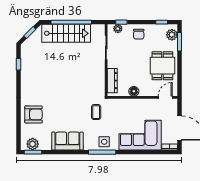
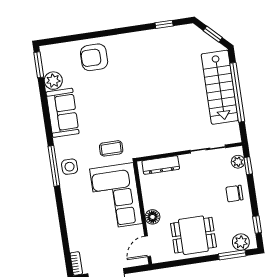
floor lamp: (134, 91) -> (152, 217), moved
door: (165, 97) -> (148, 246), swing flipped
armchair: (34, 114) -> (94, 57), turned 90
corner sofa: (140, 135) -> (116, 196), moved, turned 180
plant: (33, 144) -> (53, 81), moved

